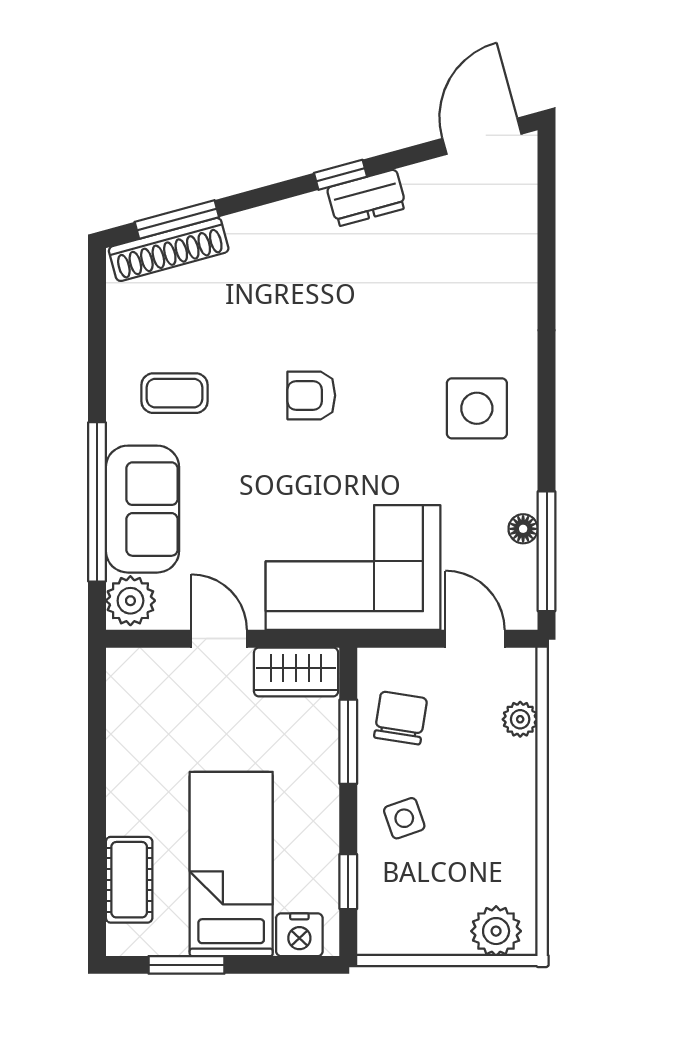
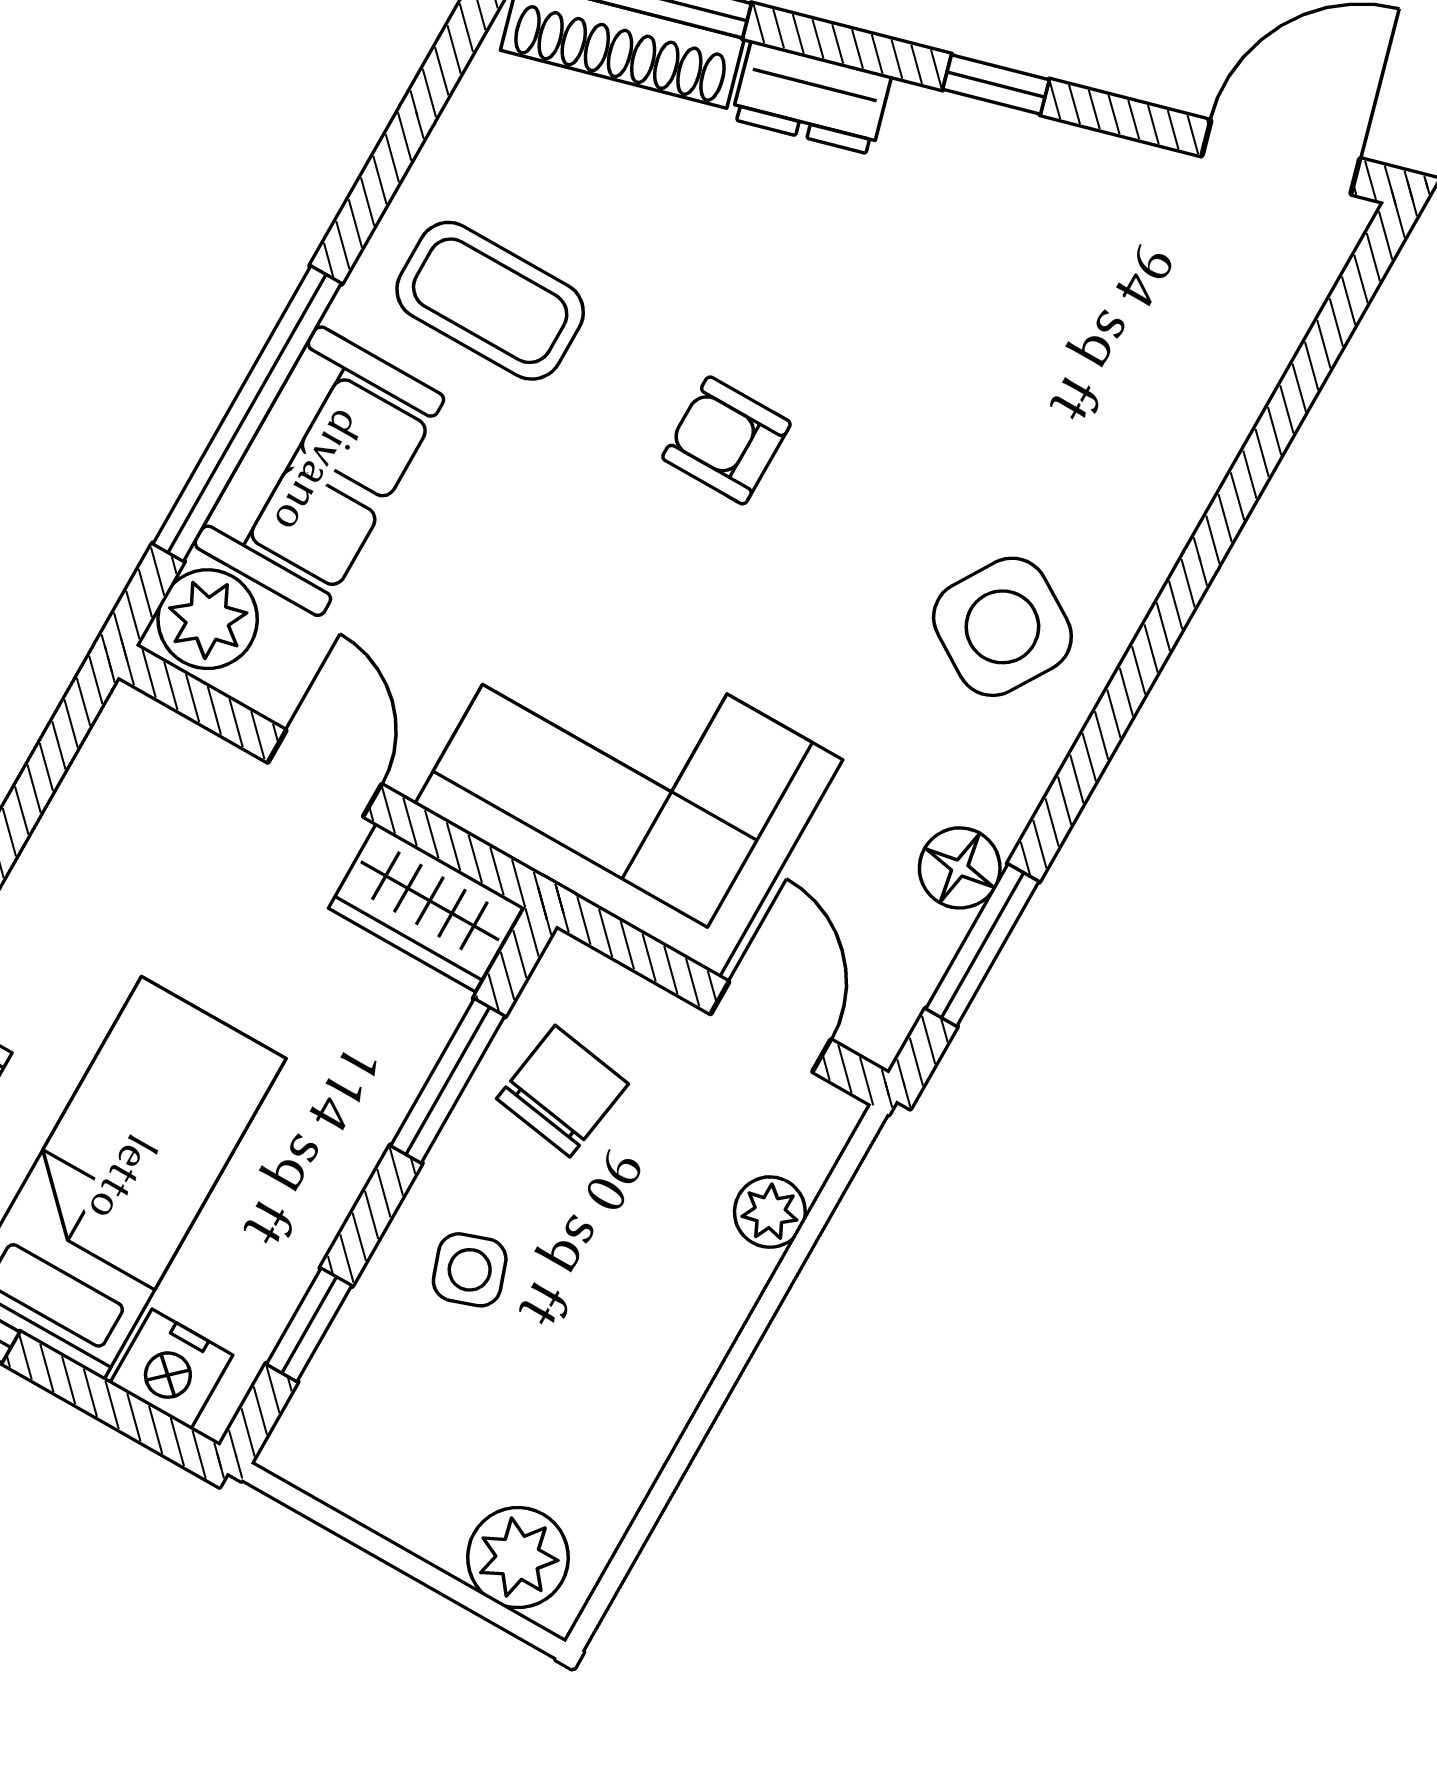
dresser: (367, 198) -> (811, 98), moved
coffee table: (174, 393) -> (490, 301), width x1.36, depth x1.30
side table: (477, 408) -> (1002, 627), turned 32
floor lamp: (523, 529) -> (960, 868), width x1.37, depth x1.37
window: (547, 551) -> (982, 945), width x0.69

